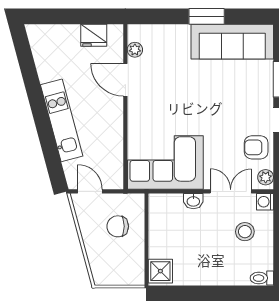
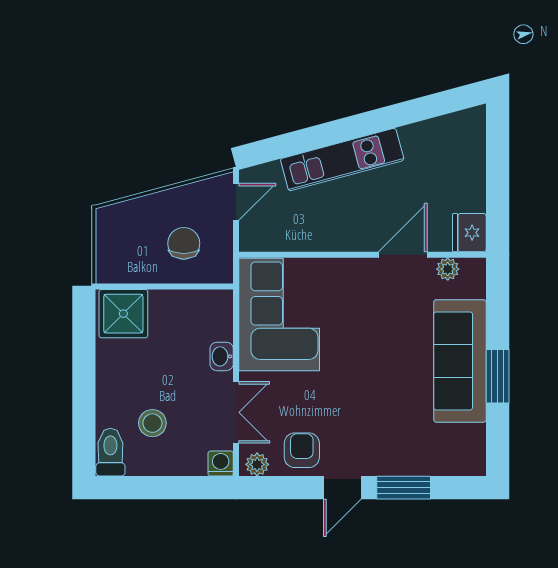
fridge: (94, 35) -> (469, 233), moved
sofa: (232, 42) -> (460, 361), moved
stool: (245, 232) -> (152, 423), moved
shower: (160, 271) -> (123, 314), width x1.36, depth x1.36
toilet: (262, 278) -> (110, 452), width x1.37, depth x1.39

